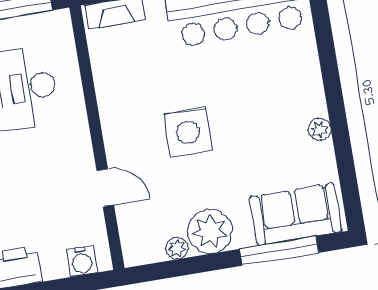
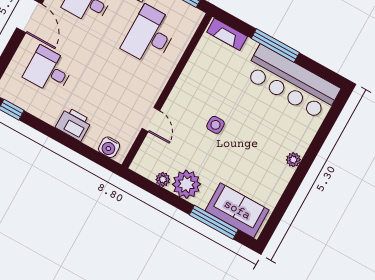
plant: (320, 129) -> (293, 160), moved
side table: (188, 132) -> (215, 125), width x0.54, depth x0.54

